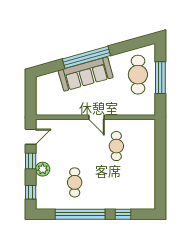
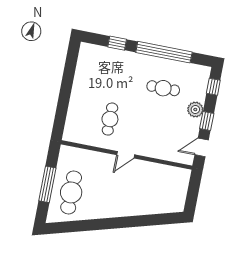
window: (86, 57) -> (124, 222), removed
sofa: (86, 74) -> (128, 204), removed
door: (96, 117) -> (126, 155), swing flipped
cafe table: (75, 182) -> (163, 88), turned 90

